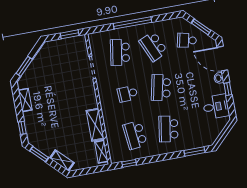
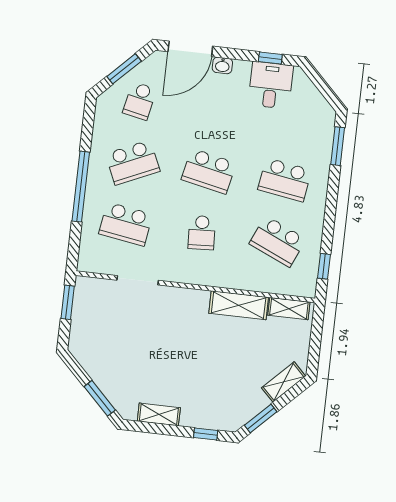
window: (228, 89) -> (270, 58), moved
school desk: (135, 135) -> (278, 241), turned 30

